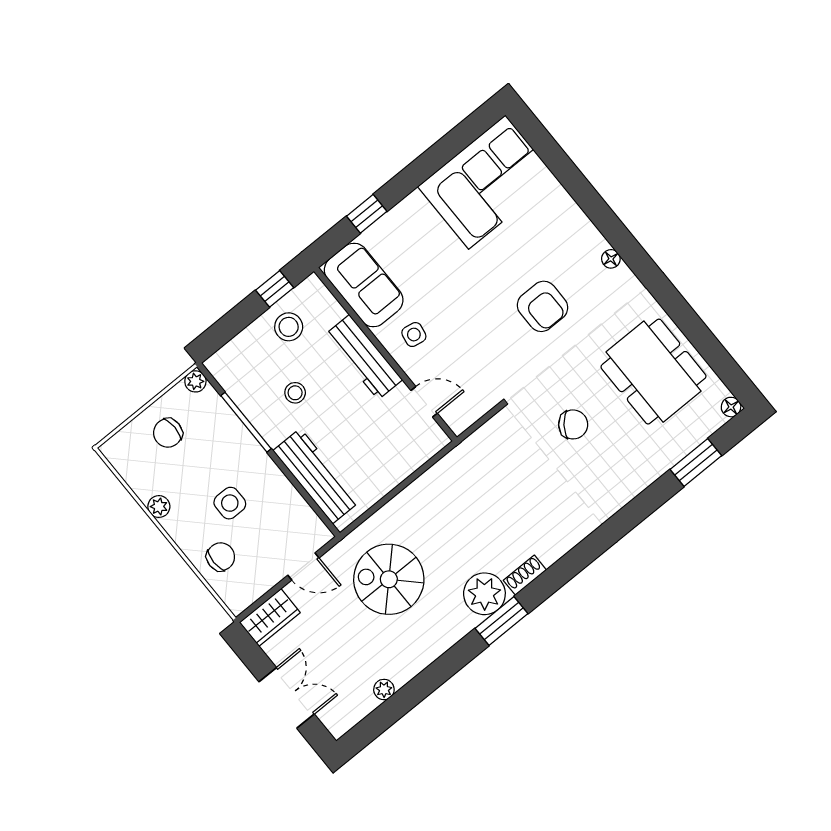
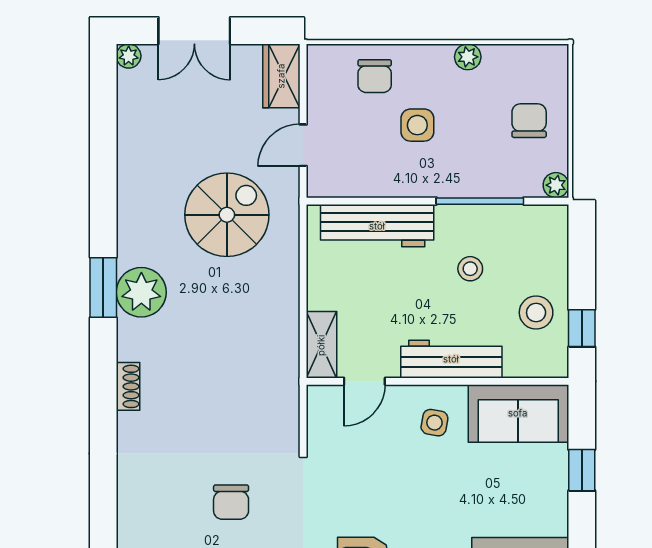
chair: (573, 424) -> (231, 502), turned -37
shelving: (423, 449) -> (321, 345), added
shoe rack: (525, 575) -> (128, 386), moved
plant: (384, 690) -> (129, 56), moved

